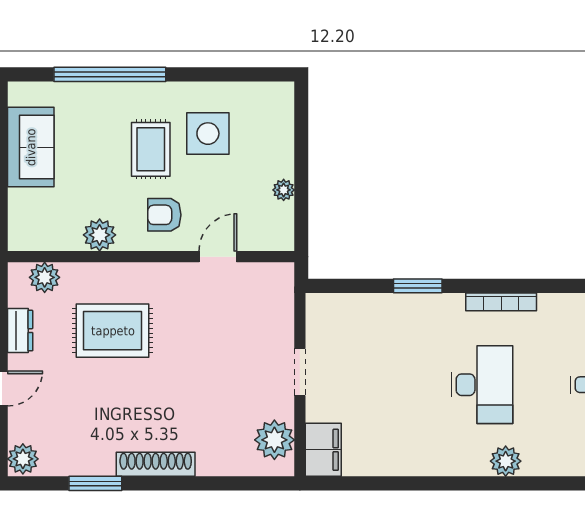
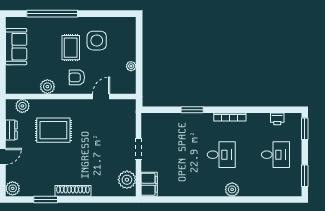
desk: (482, 385) -> (221, 155), width x0.73

